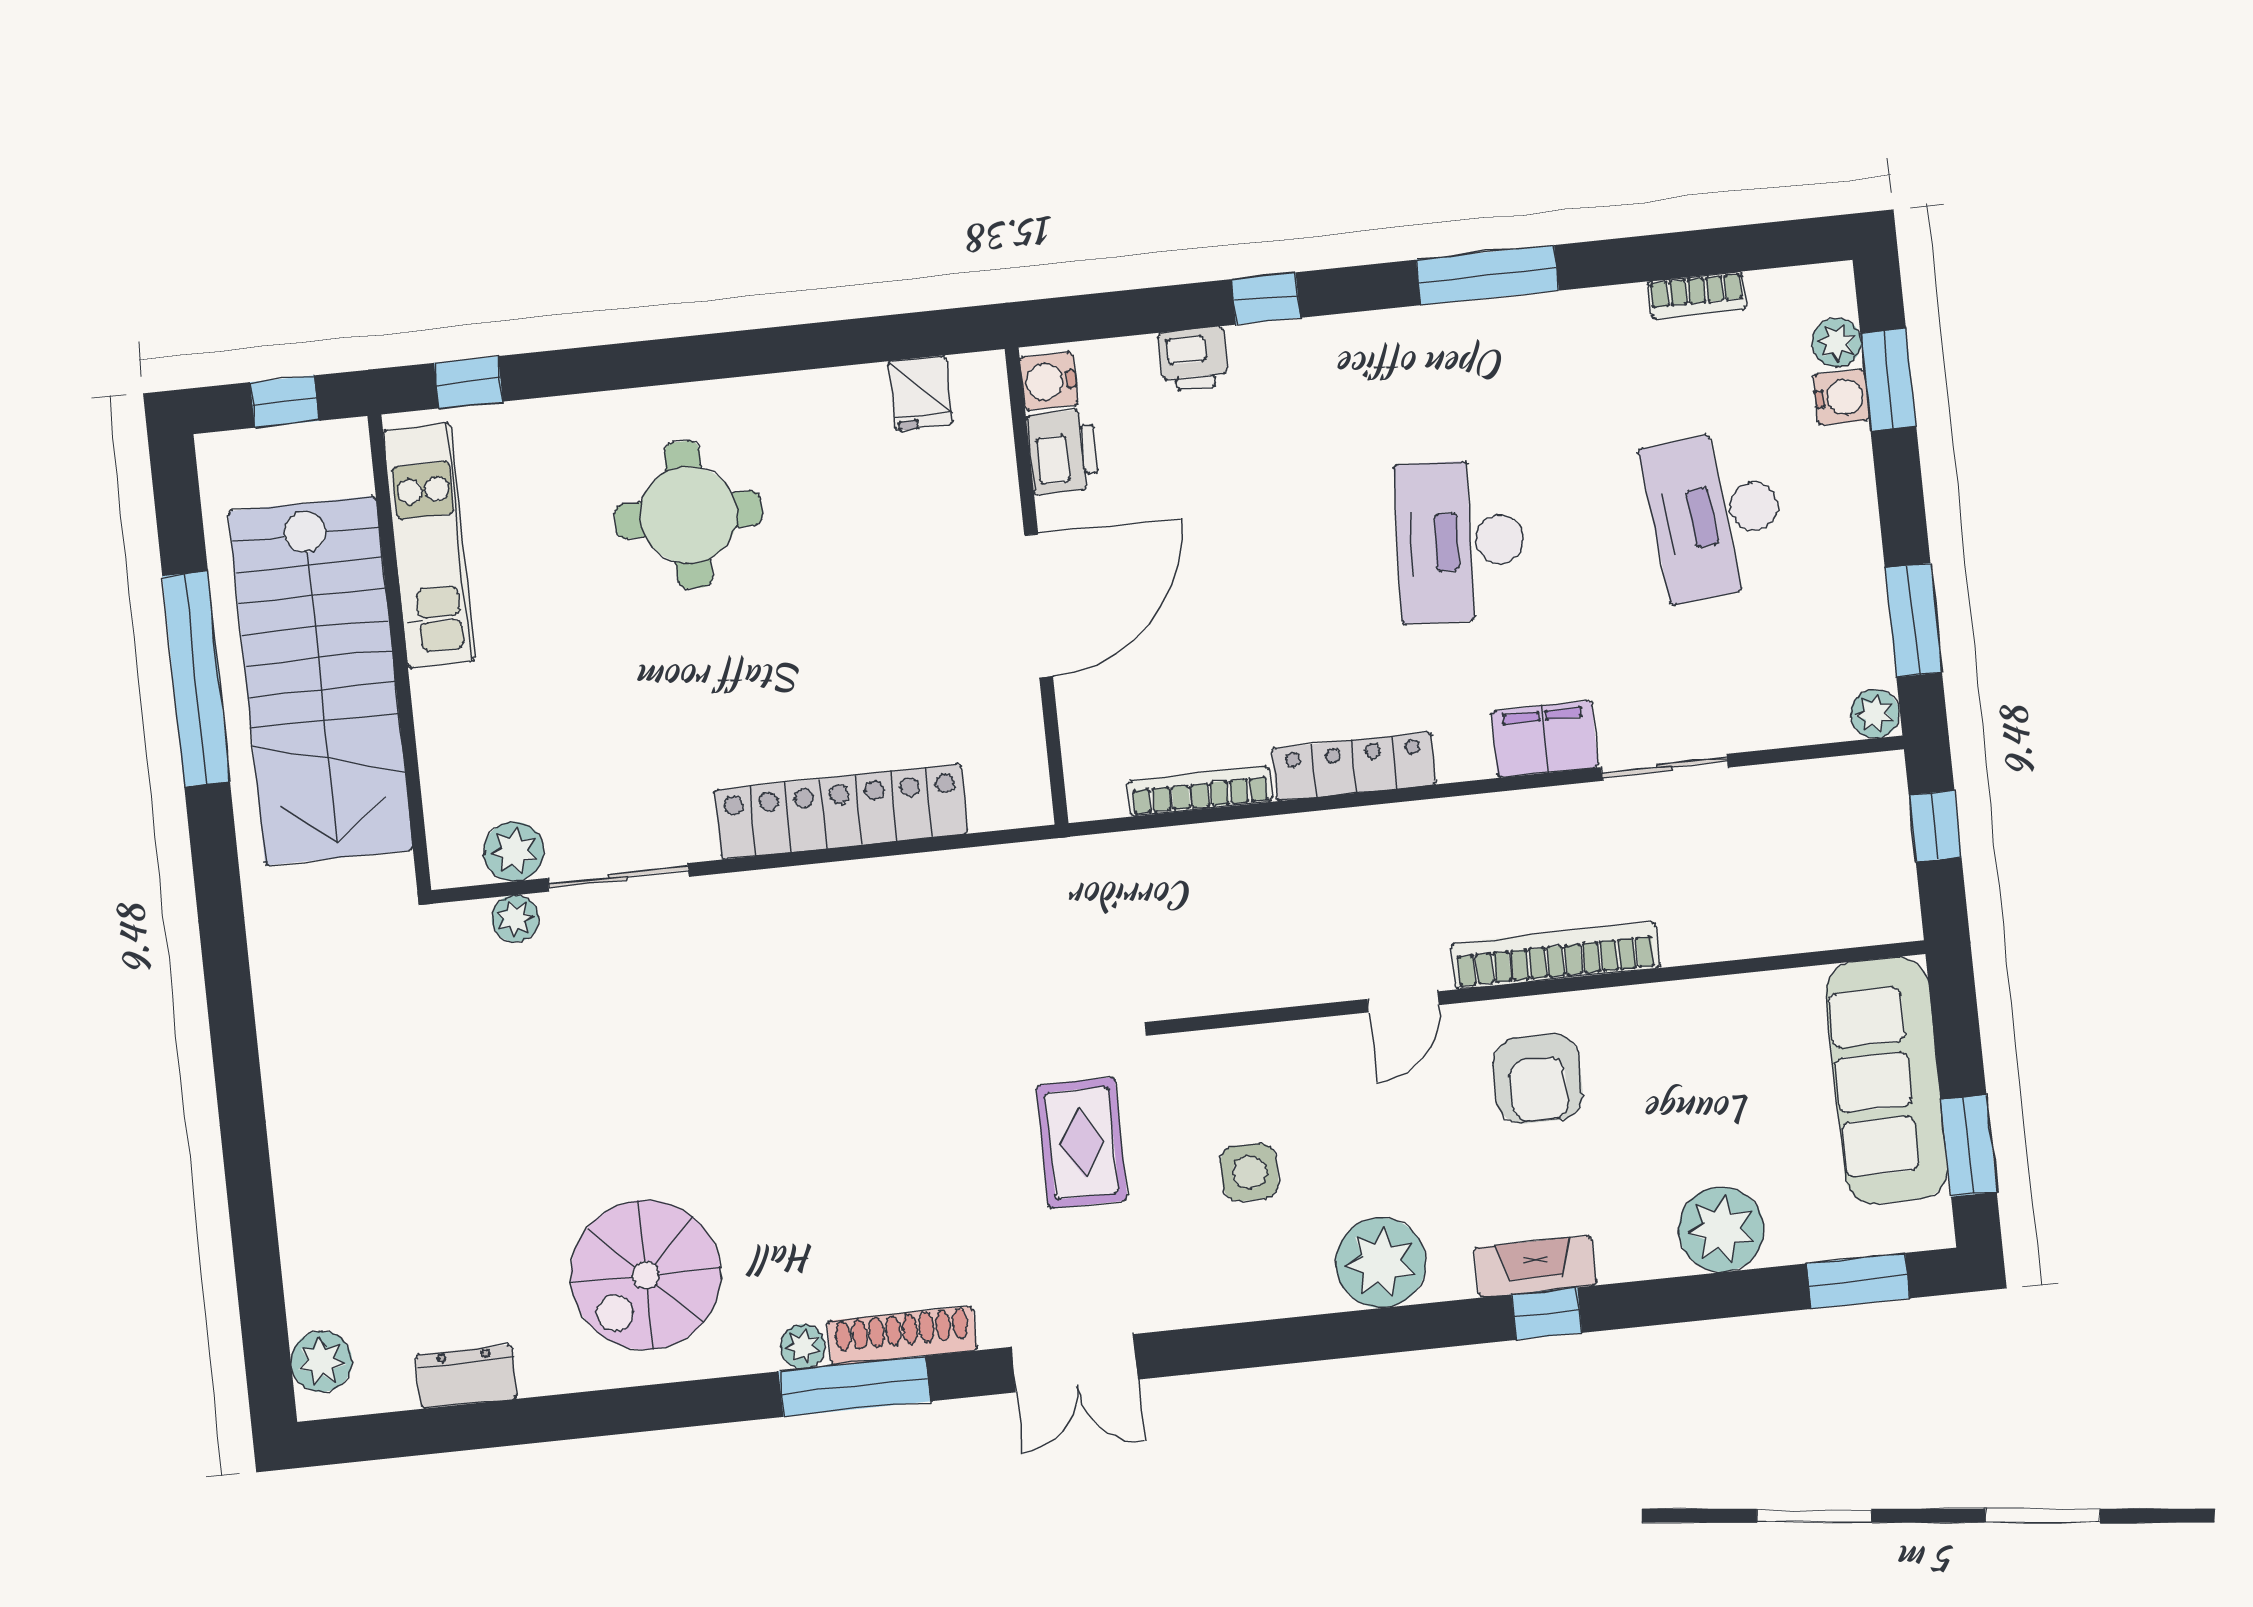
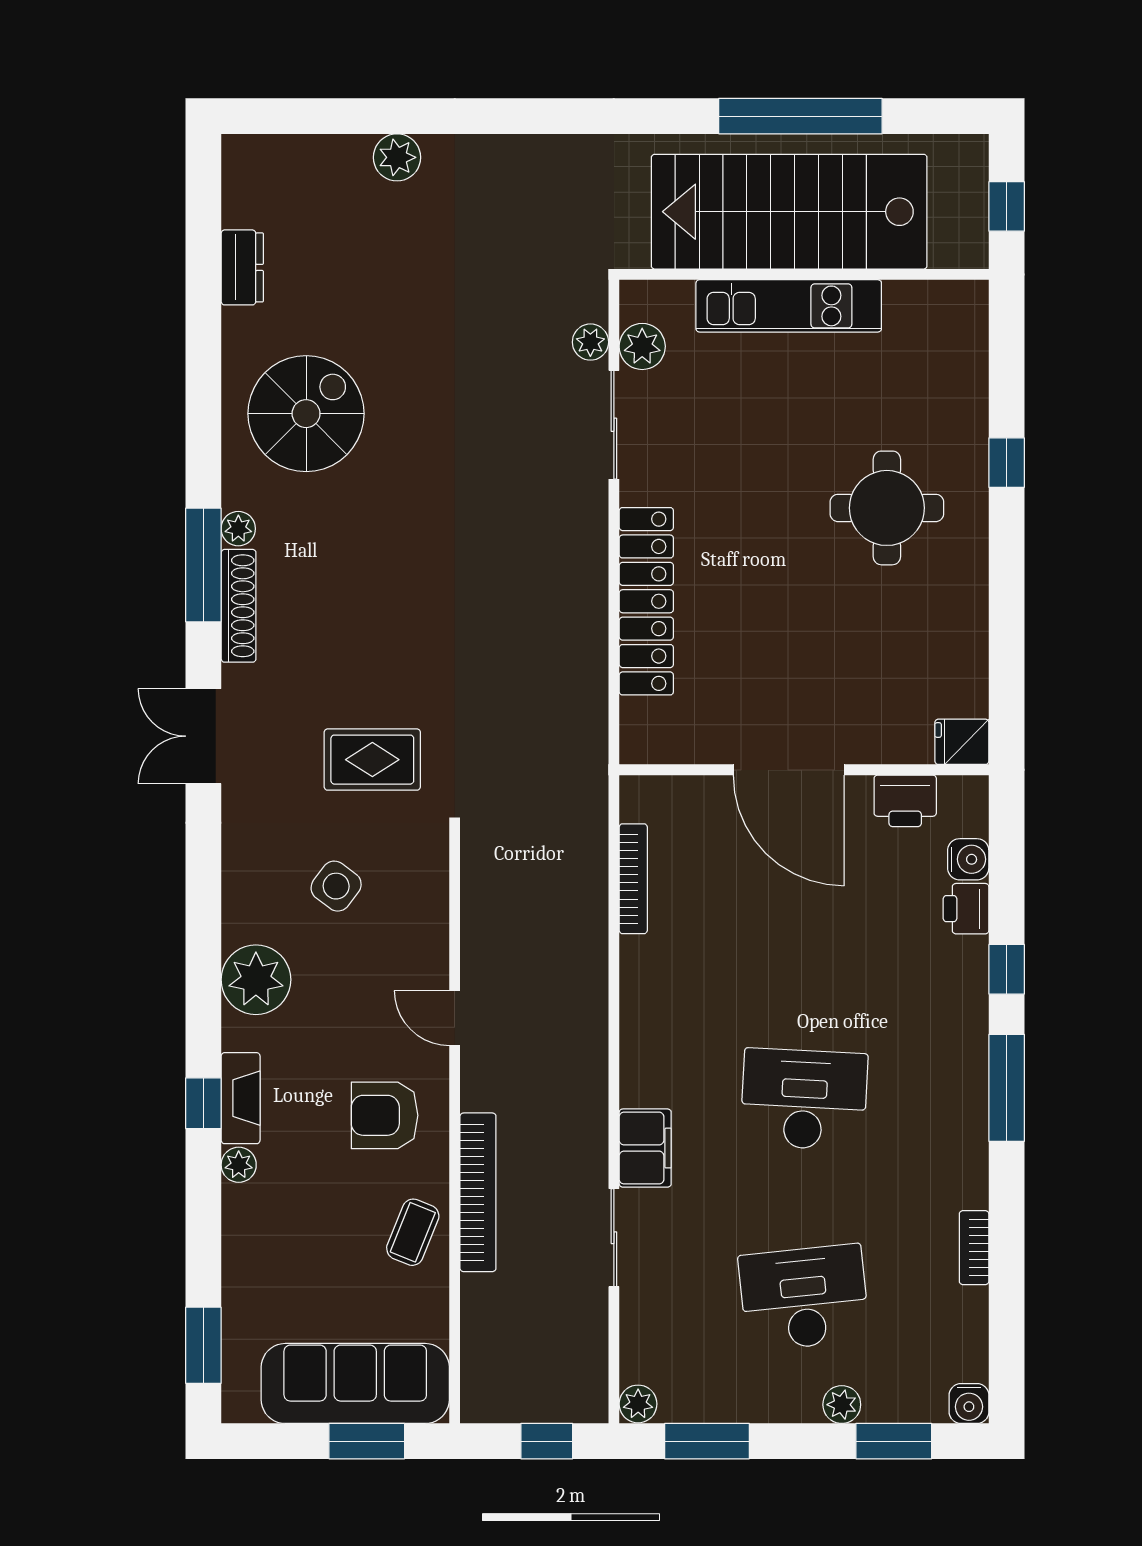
window: (1487, 275) -> (1007, 1088), moved
bookcase: (1697, 295) -> (974, 1248), moved
plant: (1837, 343) -> (842, 1405), moved
water cooler: (1049, 381) -> (968, 859), moved, turned 90
window: (468, 382) -> (1007, 463), moved
fridge: (921, 393) -> (962, 742), moved
water cooler: (1841, 397) -> (969, 1404), moved
kitchen unit: (429, 545) -> (789, 306), moved
locker: (1354, 766) -> (640, 999), removed
bookcase: (1555, 956) -> (478, 1192), moved
coffee table: (1684, 1027) -> (413, 1232), added
window: (1969, 1146) -> (367, 1441), moved
side table: (1249, 1172) -> (336, 886), turned 37
plant: (1721, 1229) -> (239, 1165), moved, width x0.53, depth x0.53
spiral stairs: (646, 1275) -> (306, 414), turned 90
plant: (322, 1361) -> (397, 157), moved

